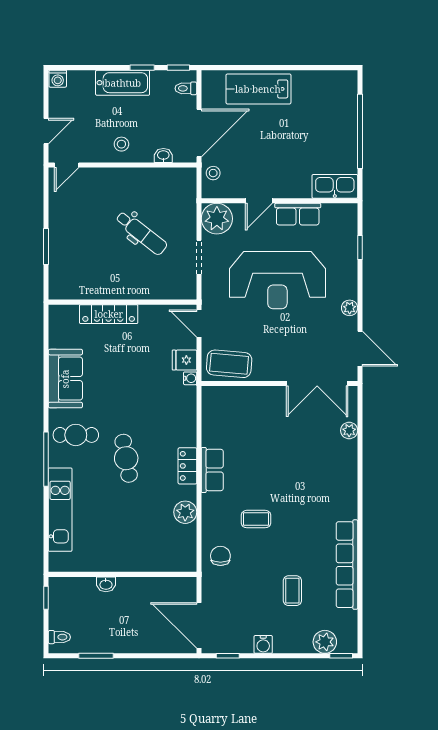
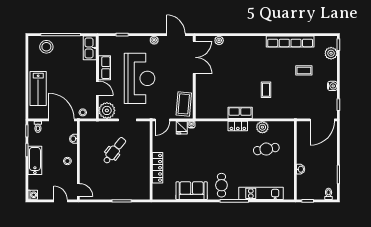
stool: (337, 104) -> (46, 47), added
door: (360, 349) -> (176, 35), hinge flipped
cafe table: (126, 458) -> (266, 149), moved
chair: (220, 556) -> (286, 109), removed

